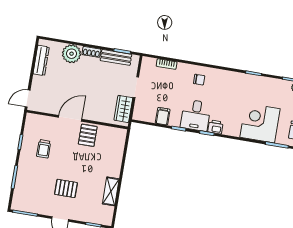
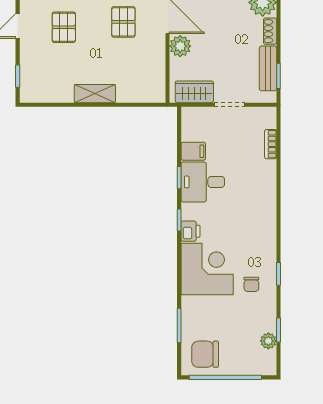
chair: (199, 80) -> (251, 284), moved
plant: (91, 113) -> (180, 46), added
desk: (196, 115) -> (203, 182), moved
corner desk: (260, 123) -> (207, 269), moved
pallet: (88, 135) -> (123, 22), moved, turned 90
shelving: (111, 191) -> (95, 94), moved

